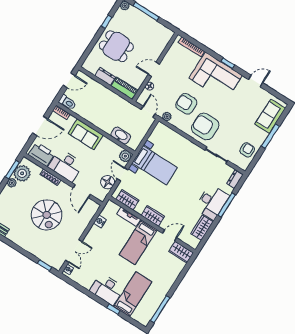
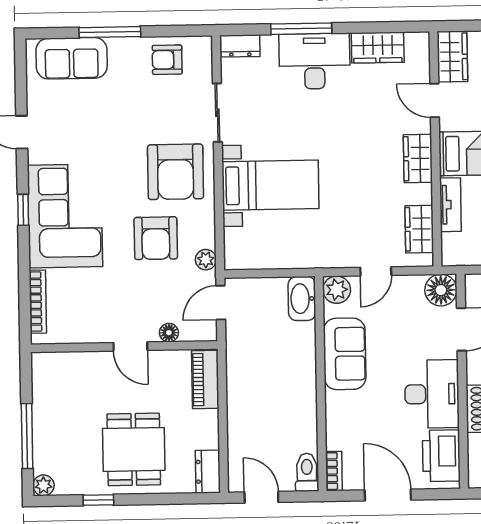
dresser: (105, 76) -> (208, 472), moved
sofa: (86, 134) -> (345, 354), moved
washbasin: (121, 136) -> (302, 299), moved
bed with nightstands: (155, 165) -> (270, 185), moved, turned 90
floor lamp: (108, 182) -> (441, 290), moved

